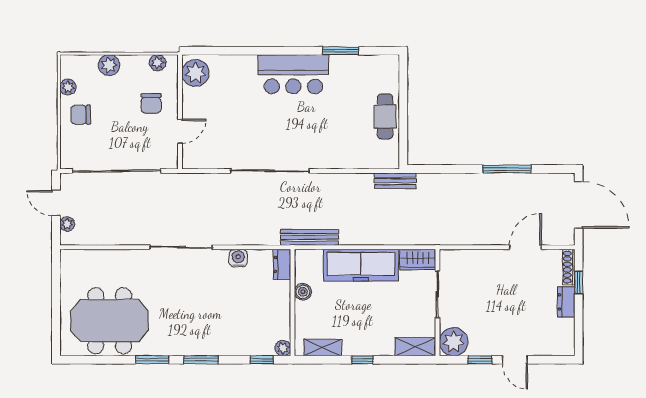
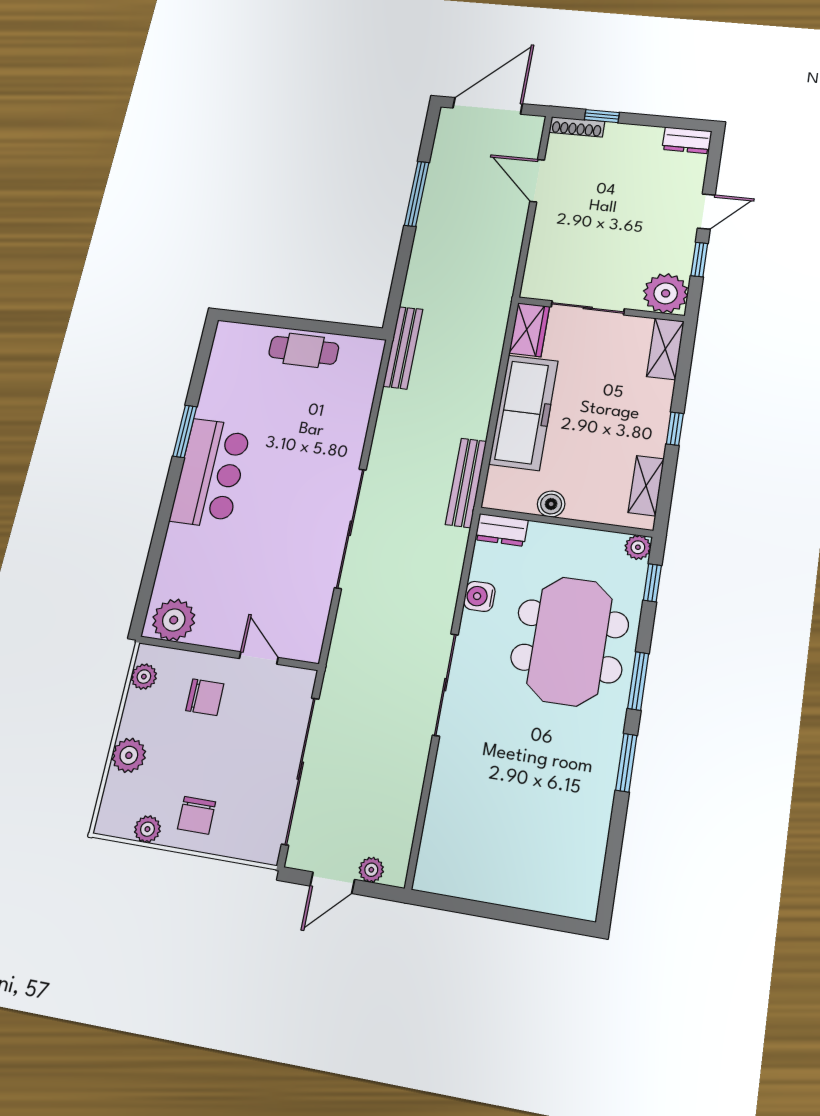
window: (341, 51) -> (185, 431), moved
bench: (395, 181) -> (403, 348), width x1.36
dresser: (566, 302) -> (687, 140), moved
meeting table: (110, 321) -> (570, 641), moved

